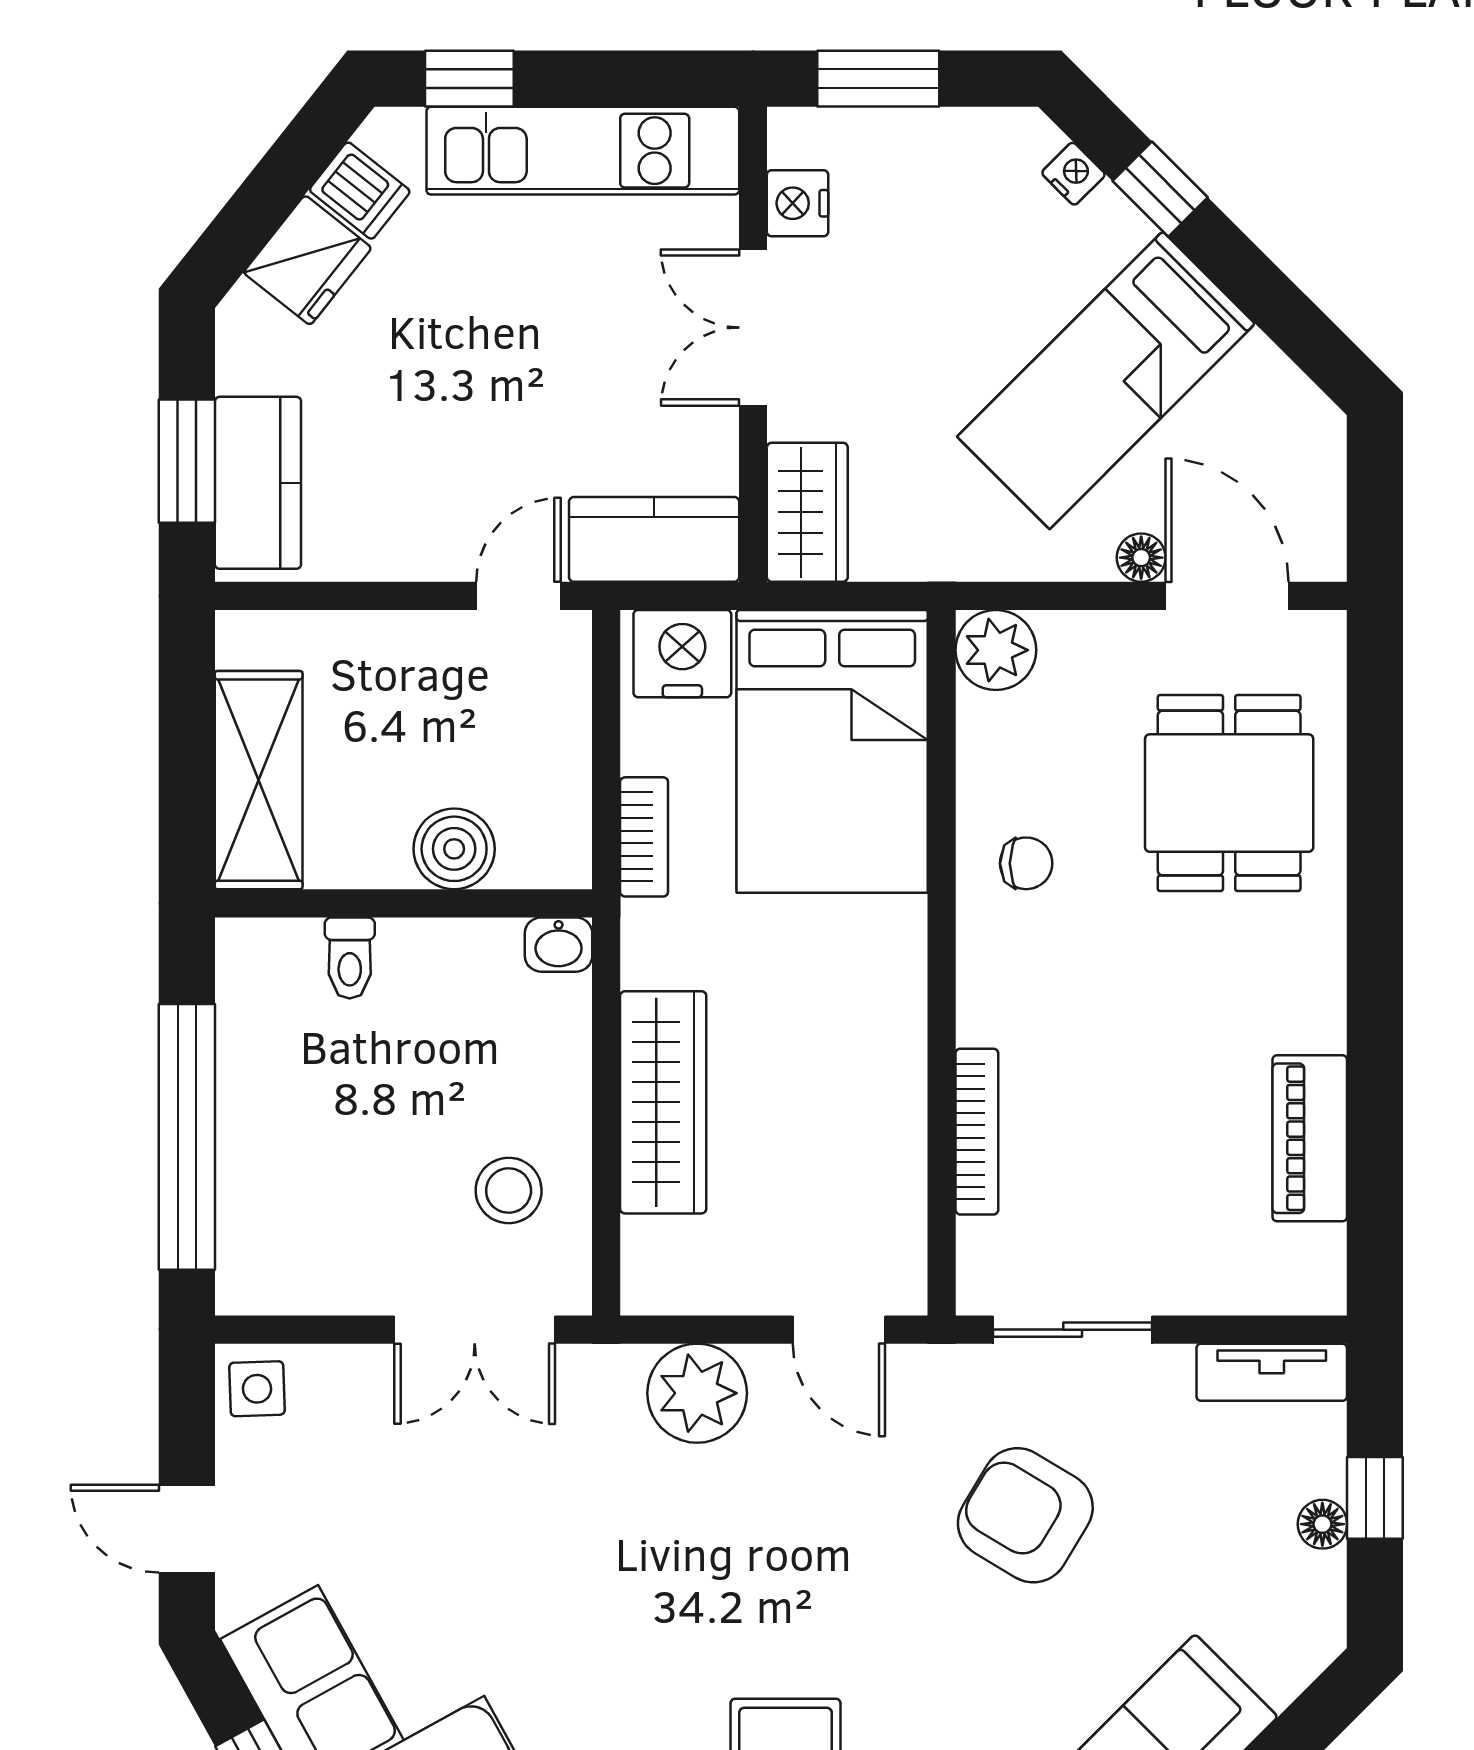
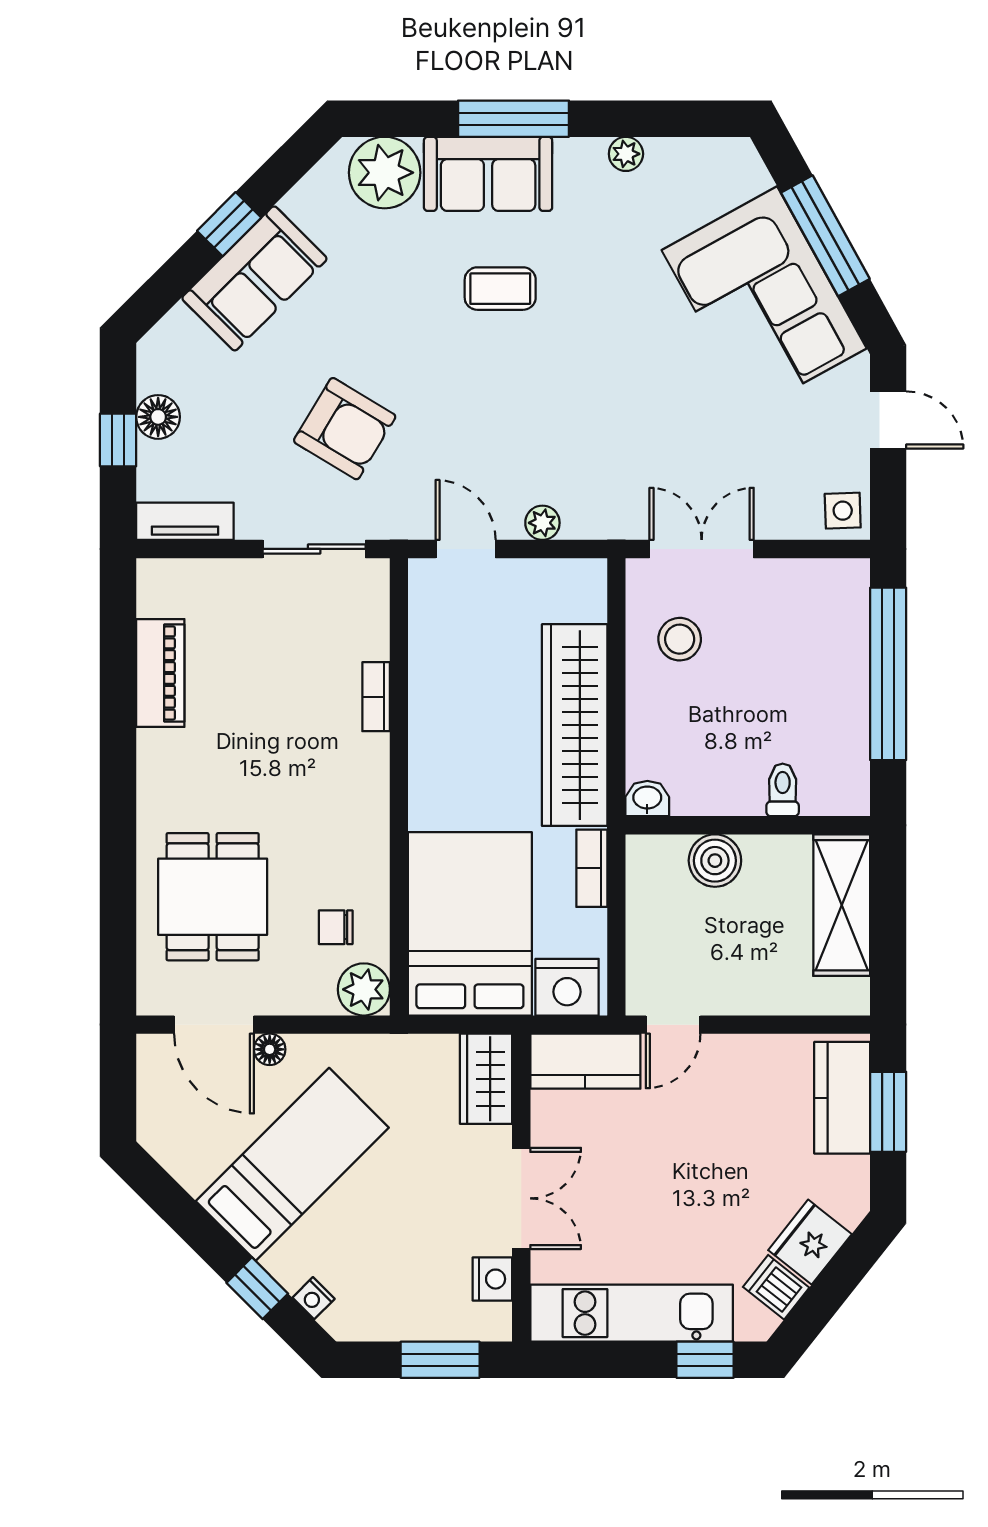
chair: (1026, 863) -> (336, 927), moved
wardrobe: (663, 1102) -> (575, 725), width x1.40, depth x1.17
bookcase: (977, 1132) -> (376, 697), width x0.64
plant: (697, 1393) -> (542, 523), width x0.53, depth x0.53
floor lamp: (1322, 1524) -> (158, 417), width x1.37, depth x1.37

